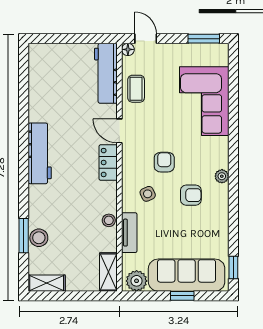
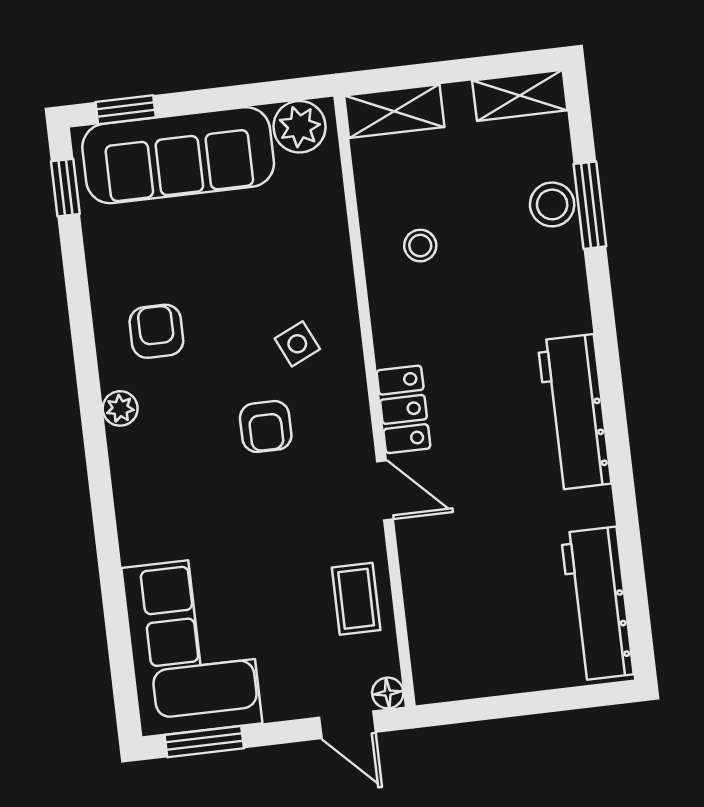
workbench: (106, 73) -> (597, 604), moved, turned 180
corner sofa: (204, 101) -> (192, 646), moved
armchair: (191, 195) -> (156, 331), moved, turned 90
stool: (109, 220) -> (420, 246), moved
tv unit: (129, 233) -> (331, 243), removed
shelving: (108, 272) -> (394, 111), moved, turned 90
window: (182, 296) -> (126, 110), moved

